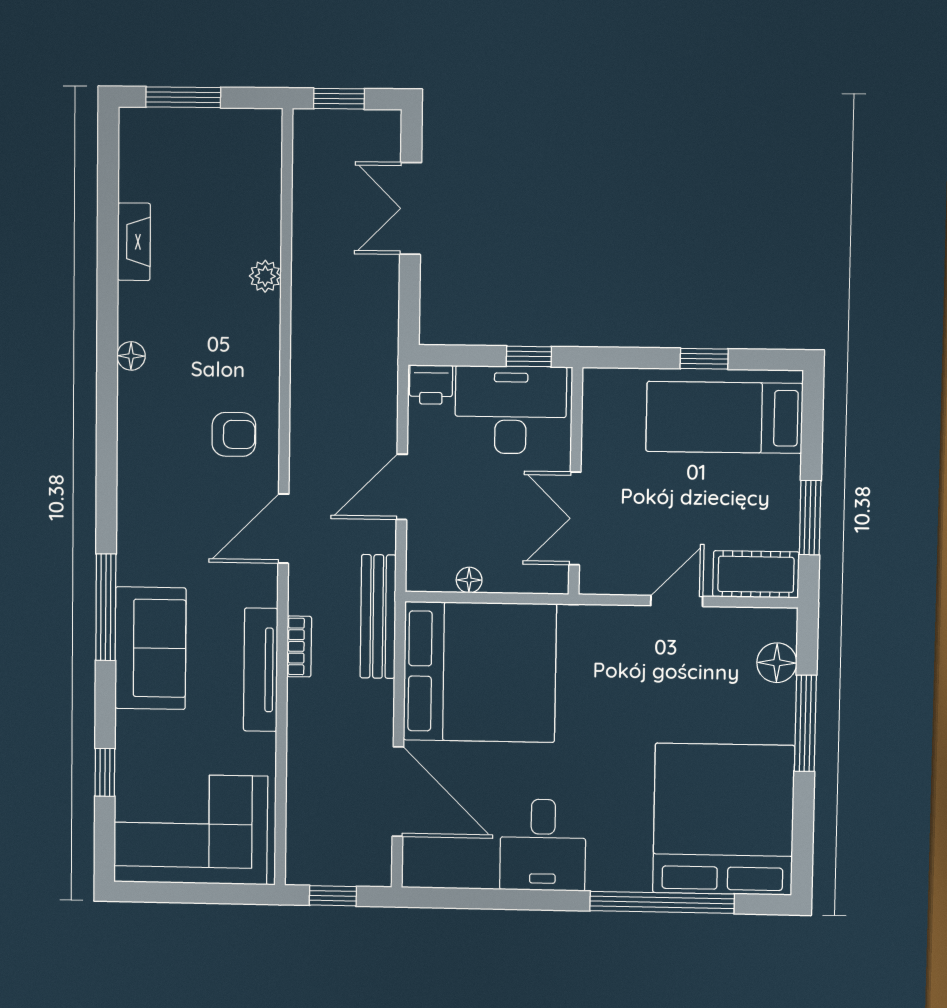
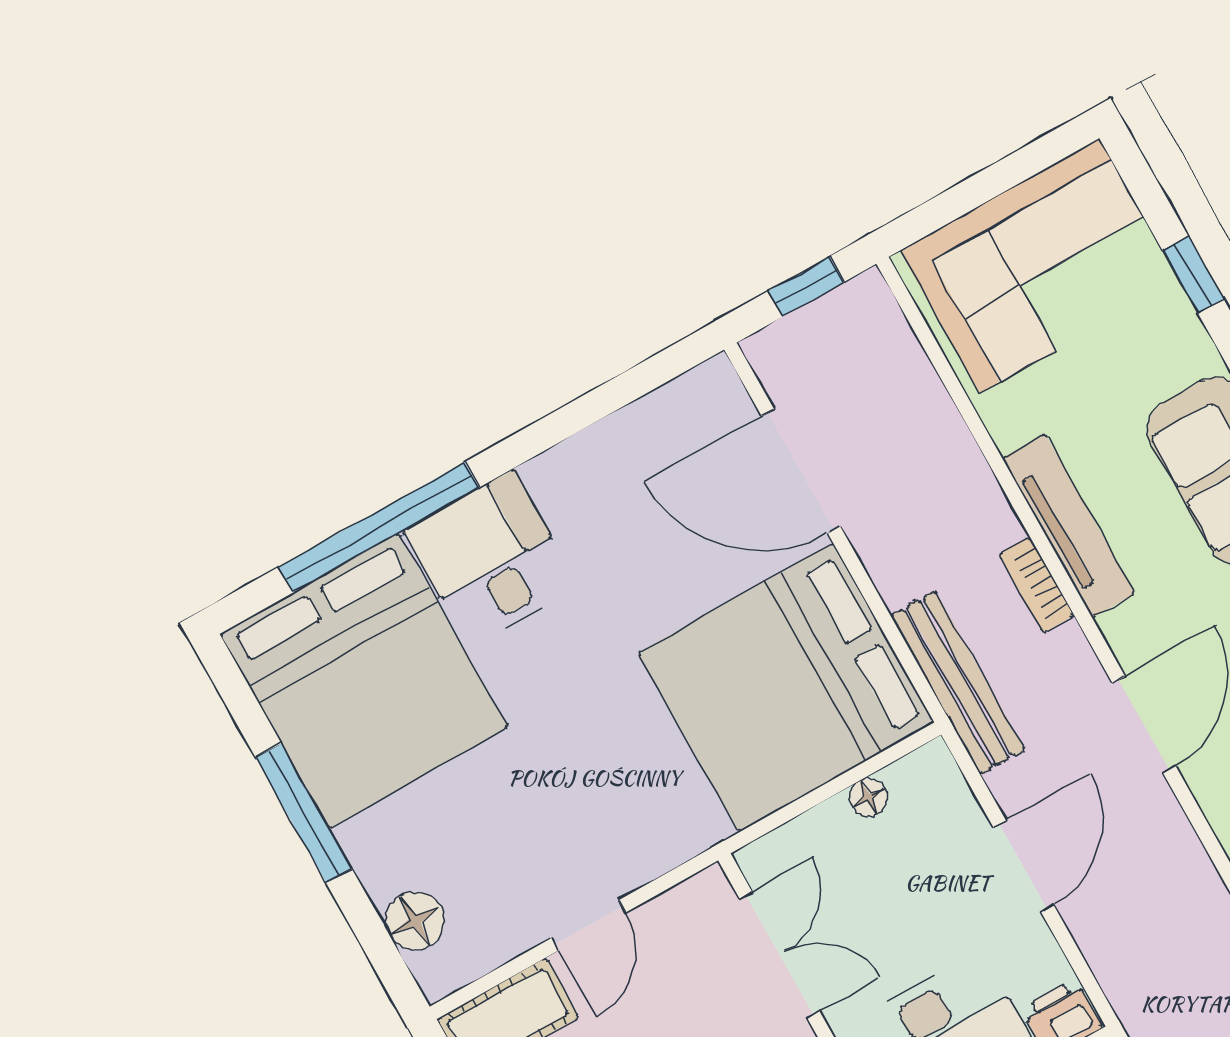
window: (805, 723) -> (304, 813), moved
desk: (543, 845) -> (491, 559), moved

